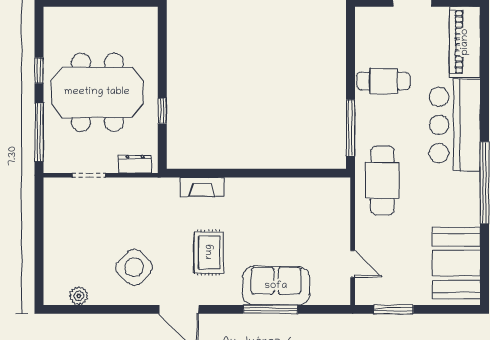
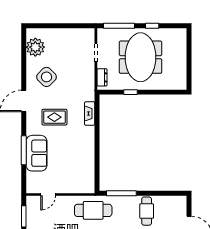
plant: (79, 296) -> (35, 47), width x1.87, depth x1.87

